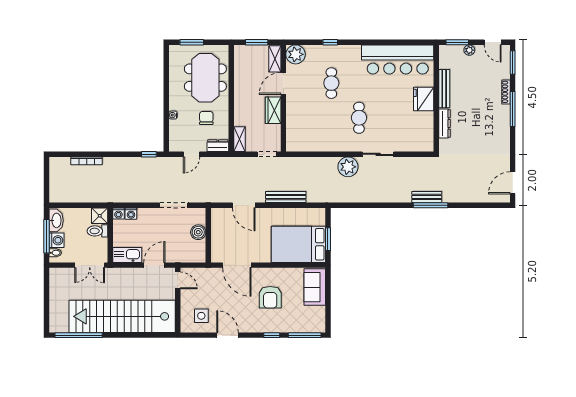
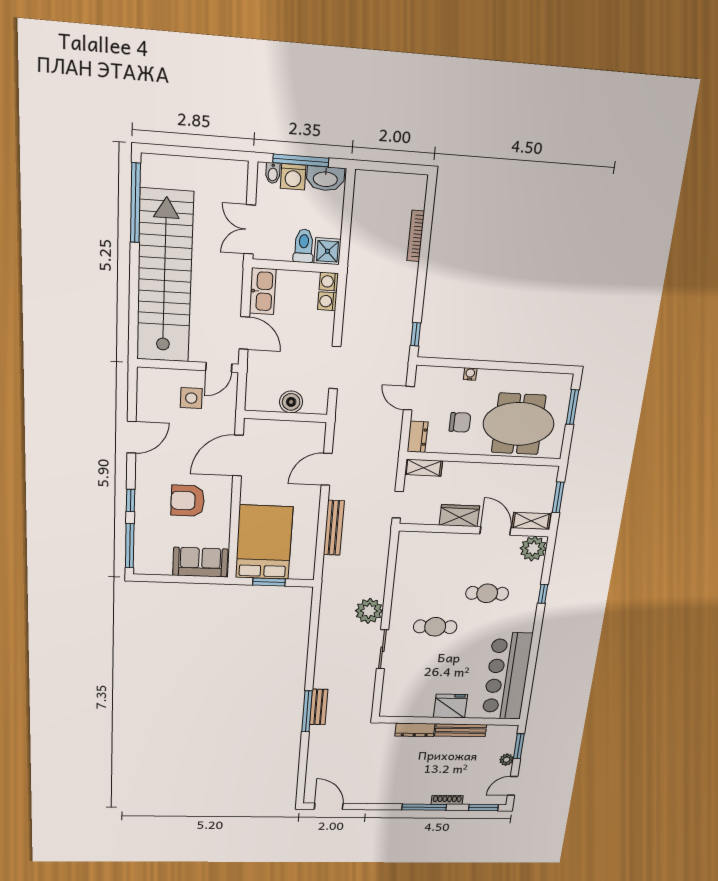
side table: (201, 316) -> (191, 398), moved

